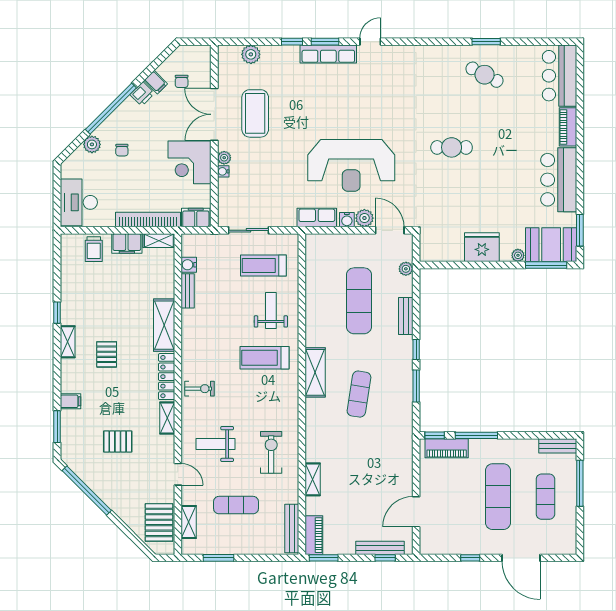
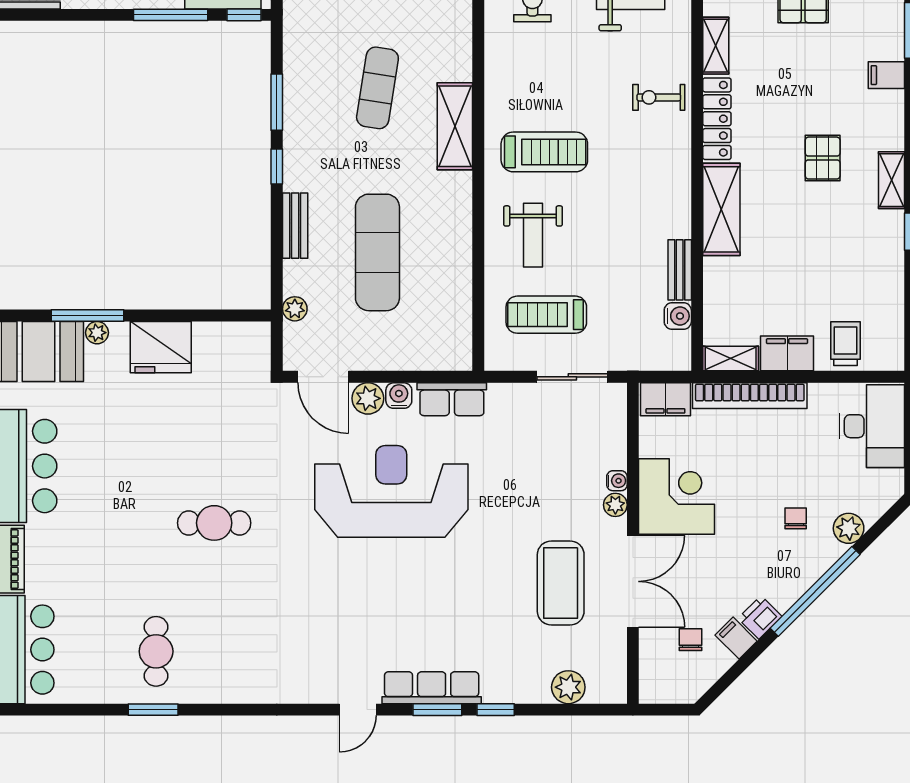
cafe table: (485, 75) -> (156, 651), turned 63
window: (546, 265) -> (87, 316), moved
treadmill: (263, 266) -> (546, 315), turned 180

